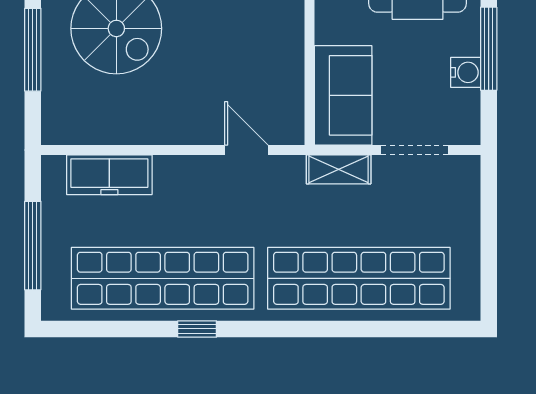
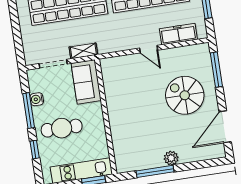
window: (33, 50) -> (216, 70), moved
door: (246, 150) -> (149, 49), moved

